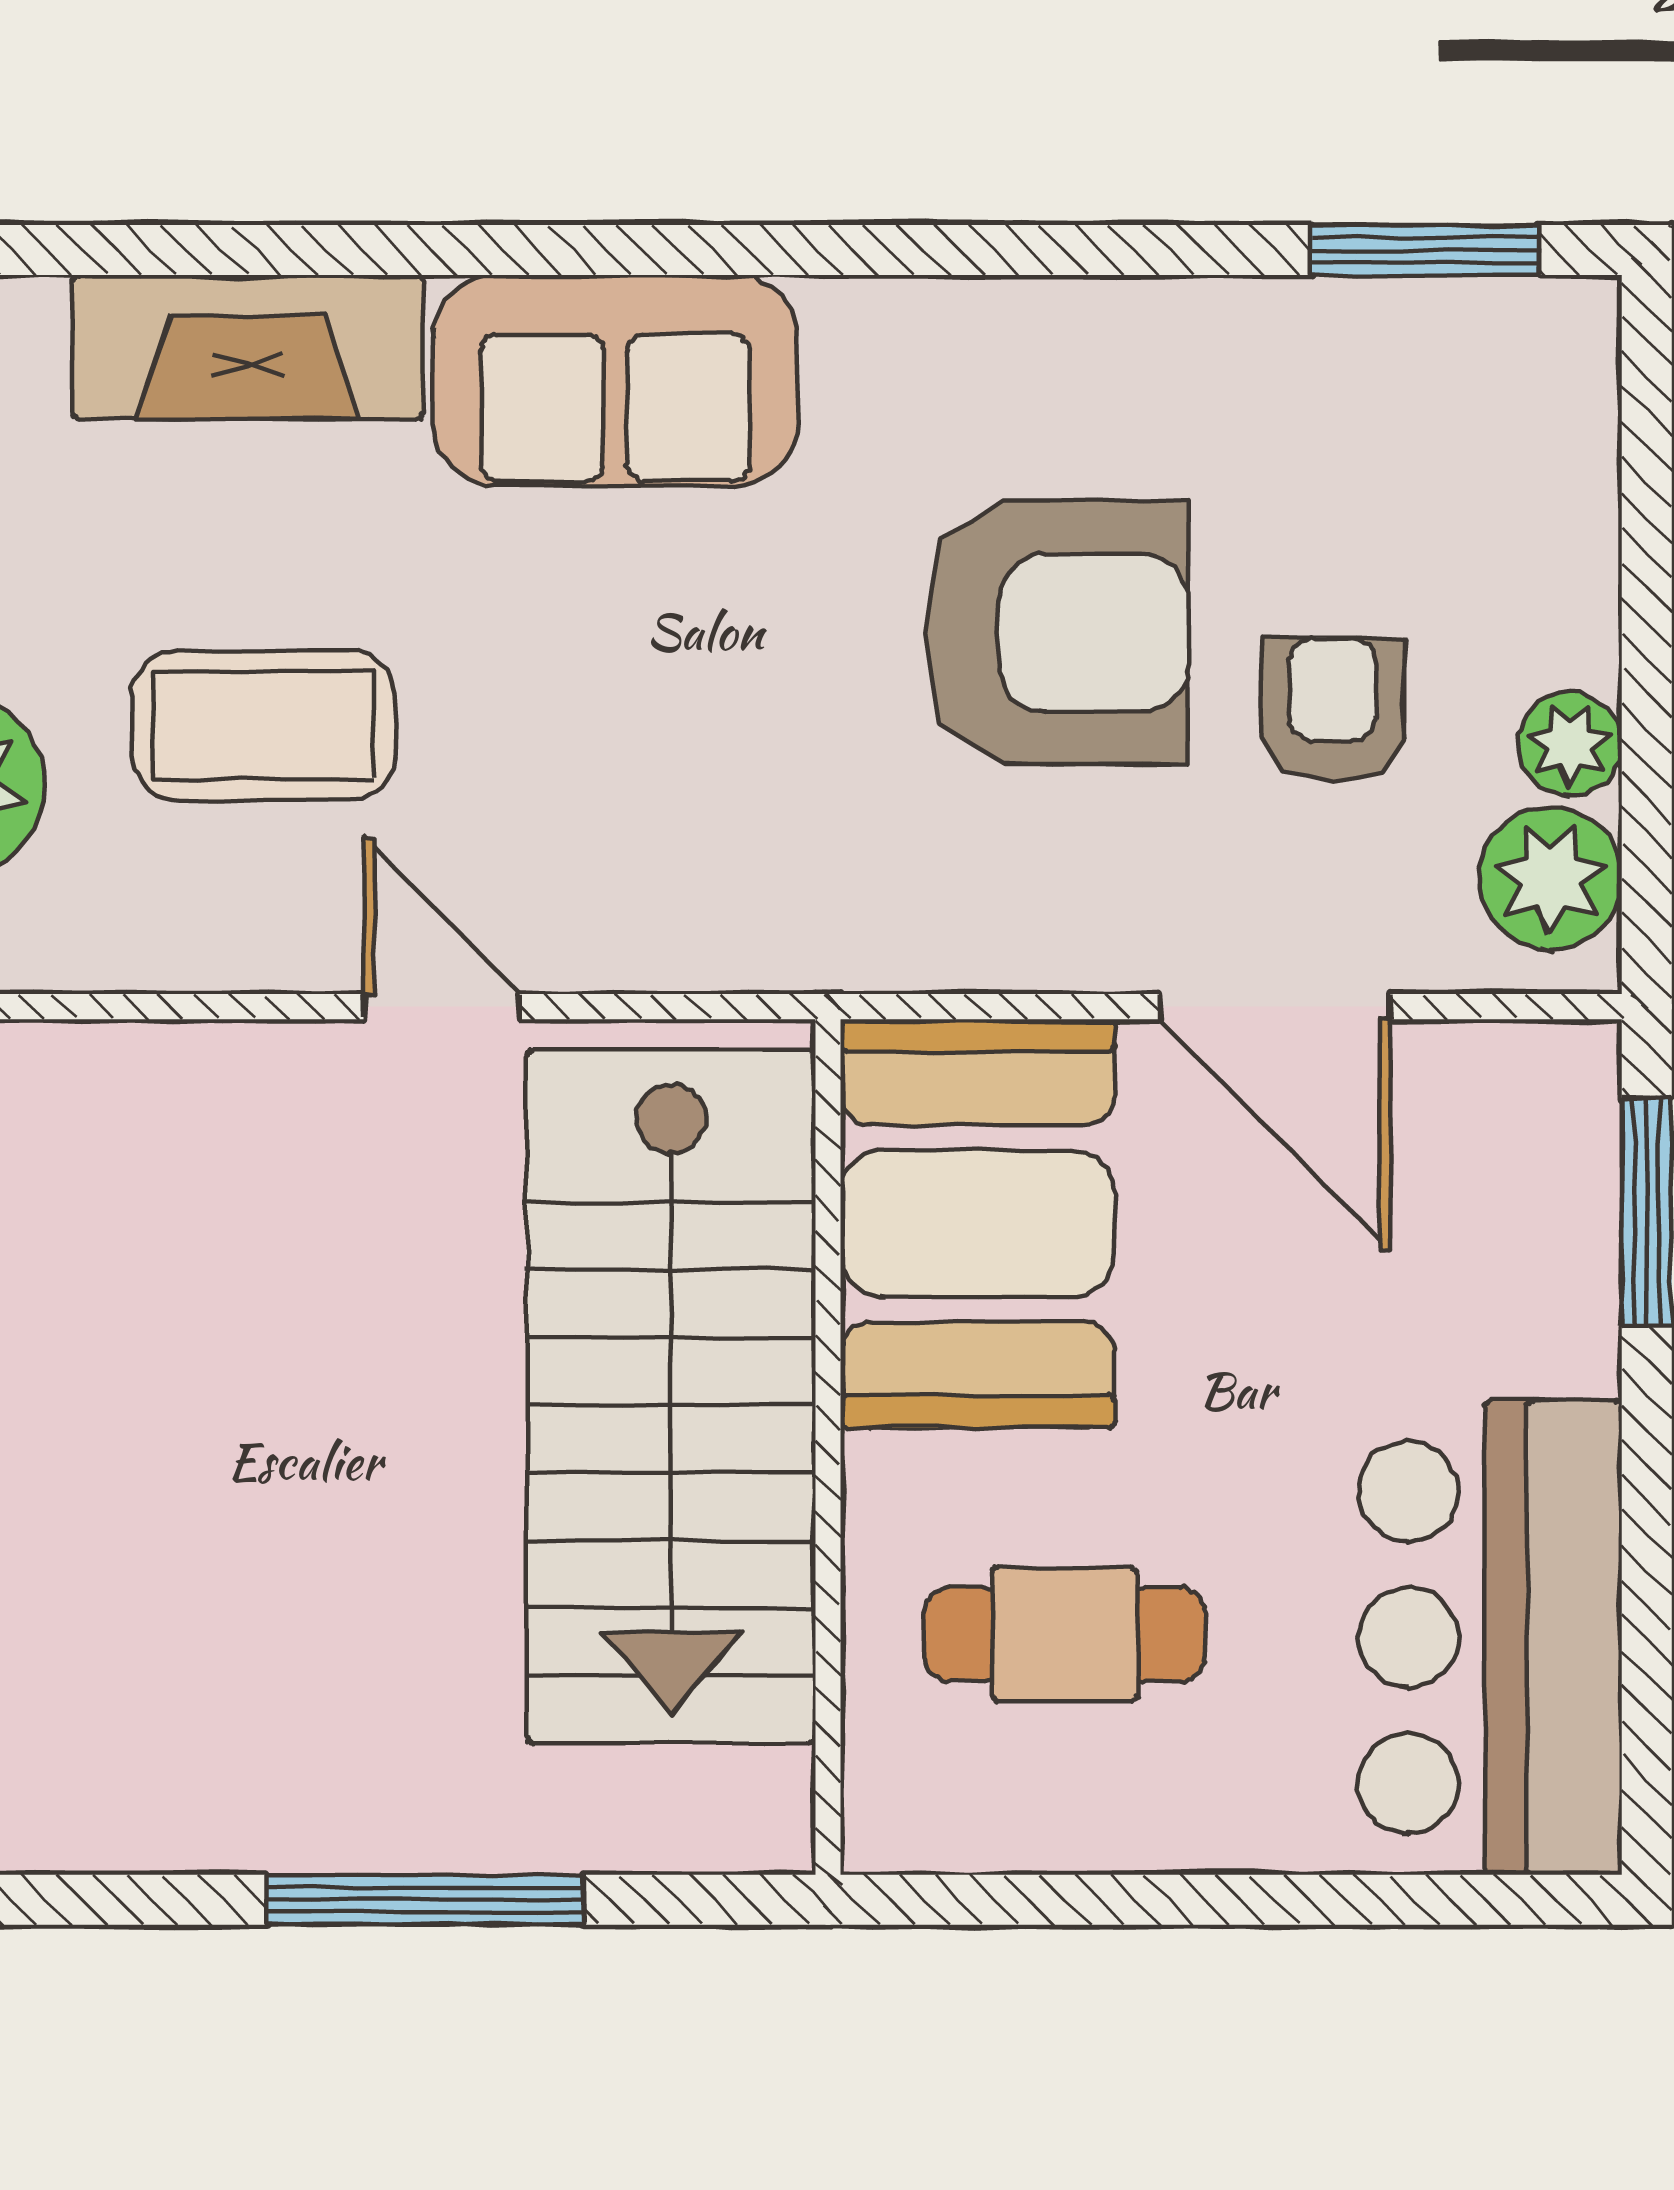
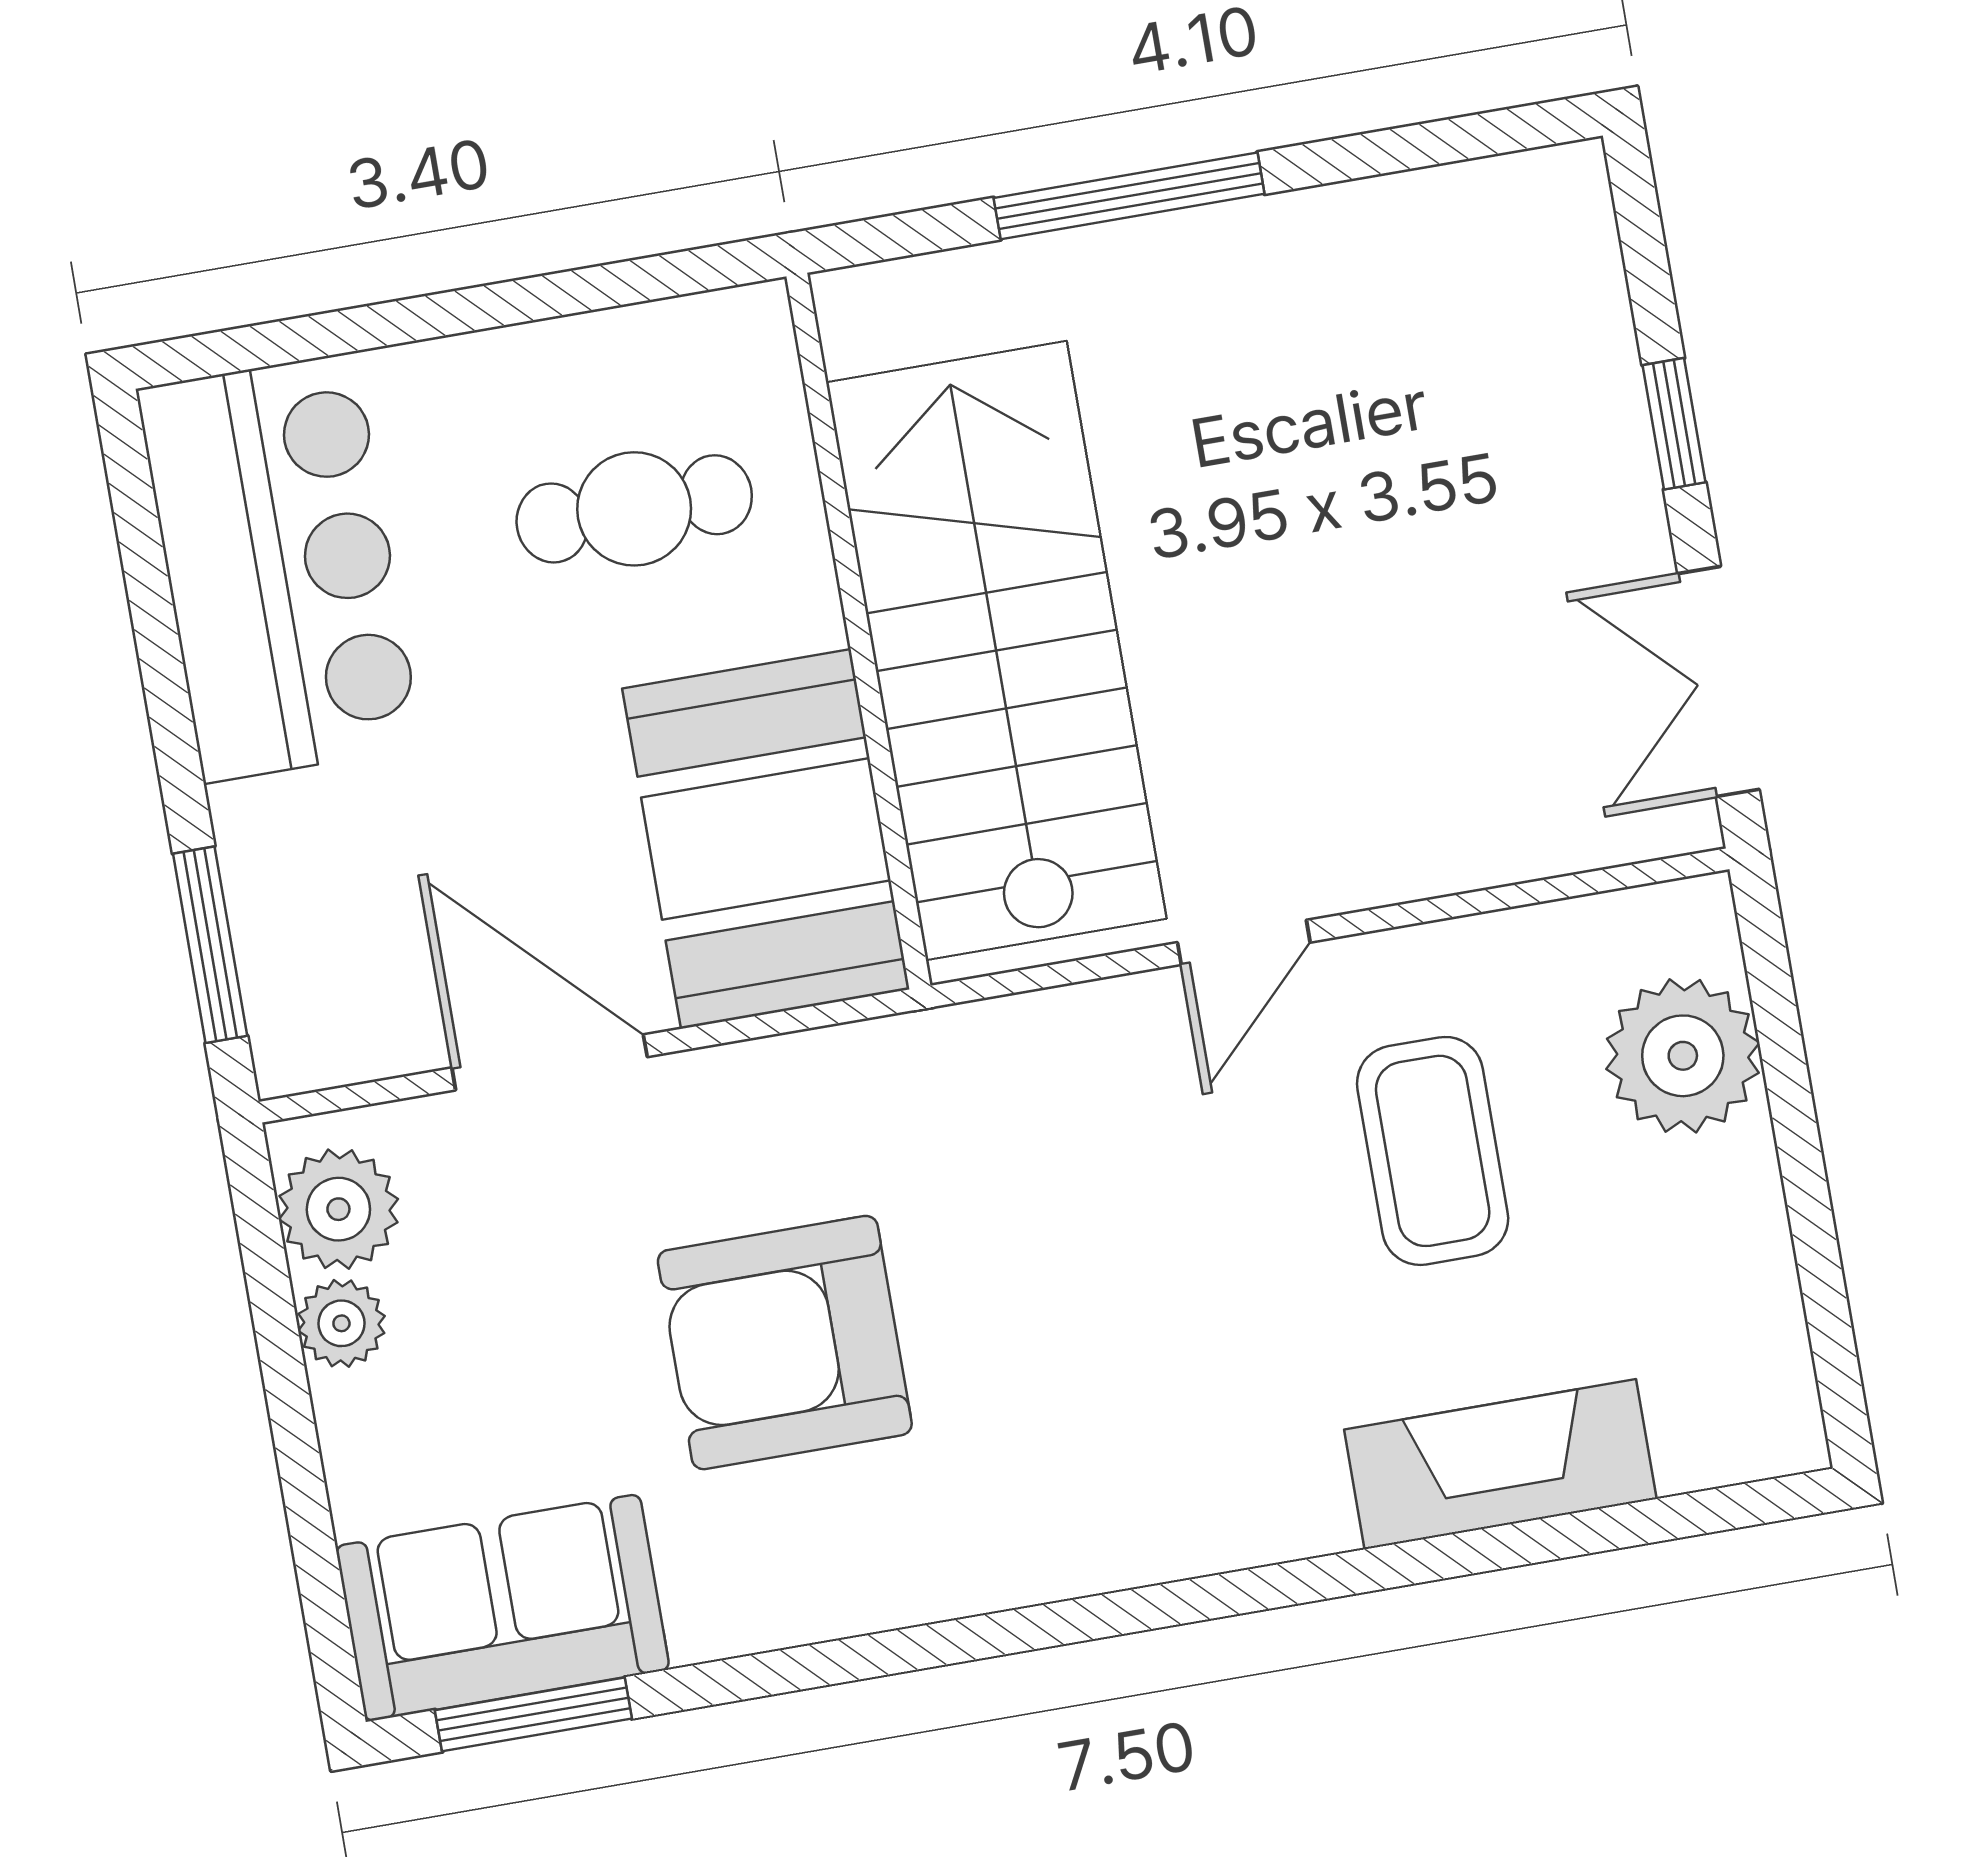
sofa: (615, 380) -> (503, 1608), moved
armchair: (1333, 710) -> (544, 1318), removed
coffee table: (263, 726) -> (1433, 1151), turned 90
door: (442, 1007) -> (1244, 942), hinge flipped

